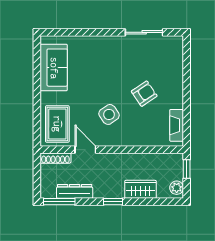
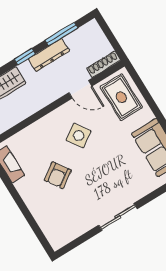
sliding door: (144, 32) -> (118, 217), moved
dresser: (75, 191) -> (49, 55), moved
window: (59, 202) -> (61, 34), moved

